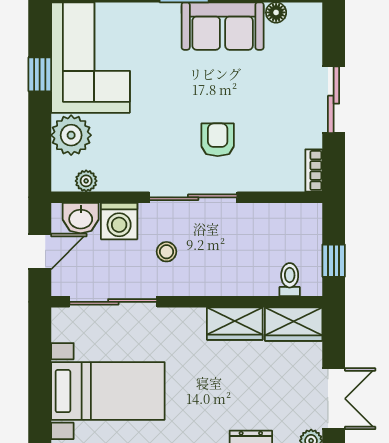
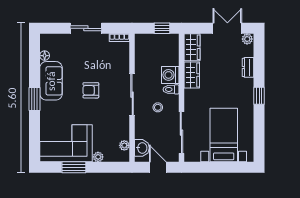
window: (40, 74) -> (74, 167), width x1.50
plant: (71, 135) -> (98, 157), width x0.53, depth x0.53
armchair: (218, 140) -> (91, 90), moved
washing machine: (119, 221) -> (170, 75), moved, turned 180
toilet: (290, 280) -> (171, 89), moved

